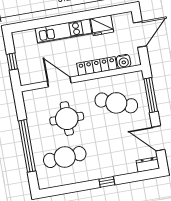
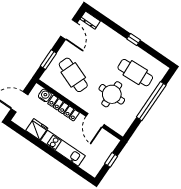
window: (151, 95) -> (48, 60), width x0.69
window: (107, 182) -> (134, 39), moved

